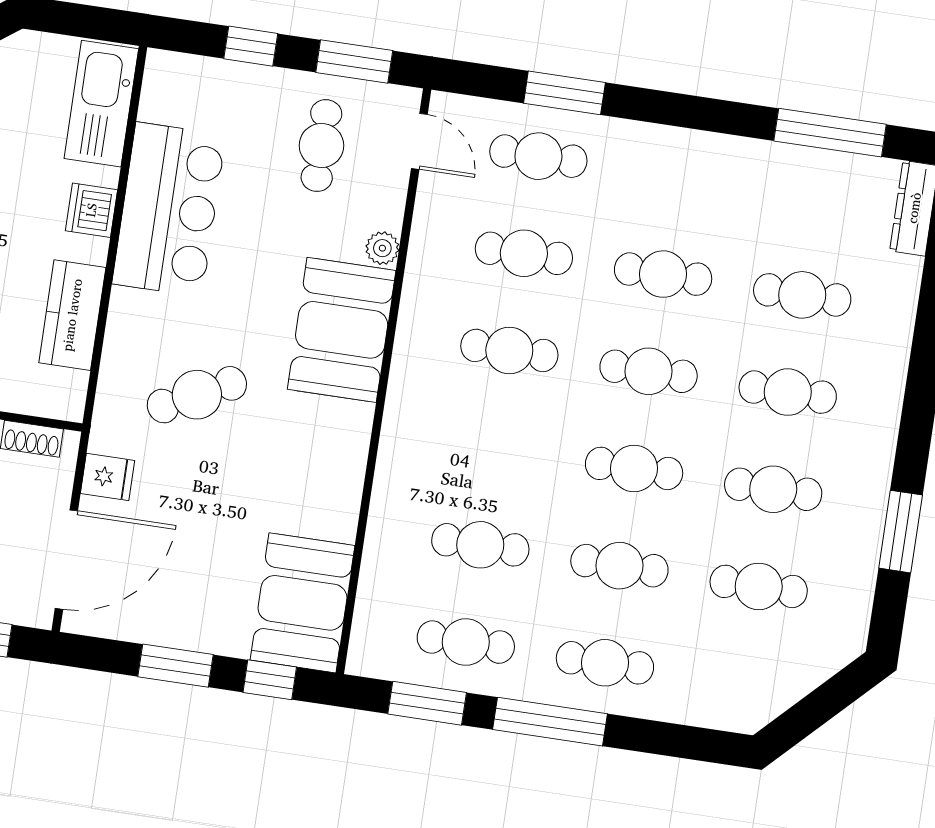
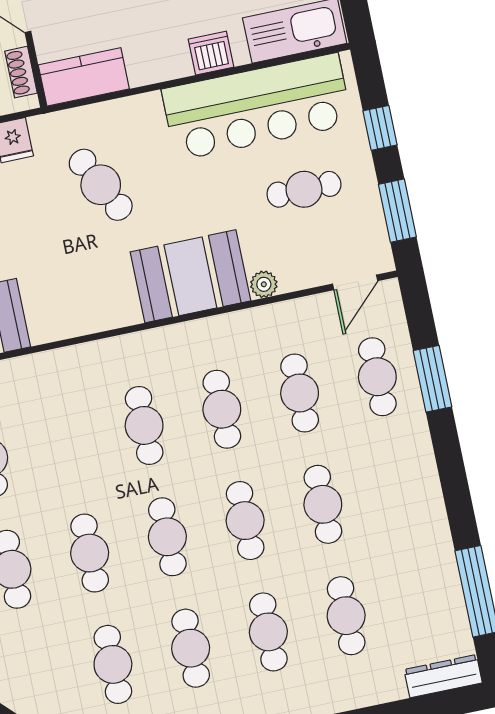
cafe table: (321, 146) -> (304, 189), moved
bar counter: (169, 209) -> (257, 107), width x1.36
kitchen counter: (72, 315) -> (84, 77), moved
cafe table: (480, 545) -> (144, 425), moved

